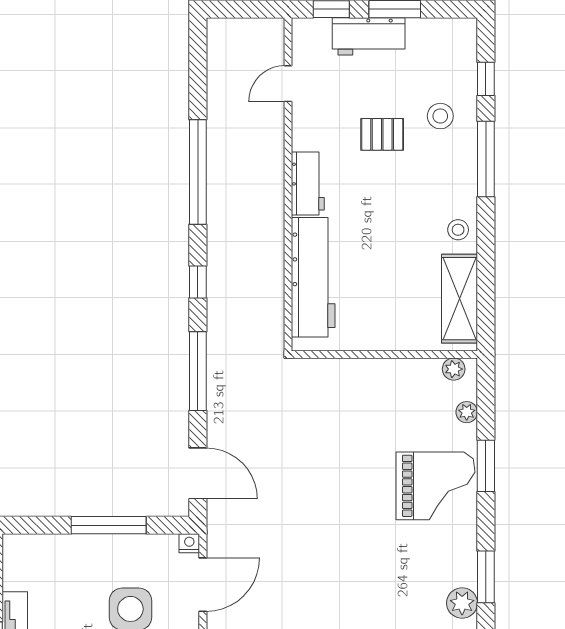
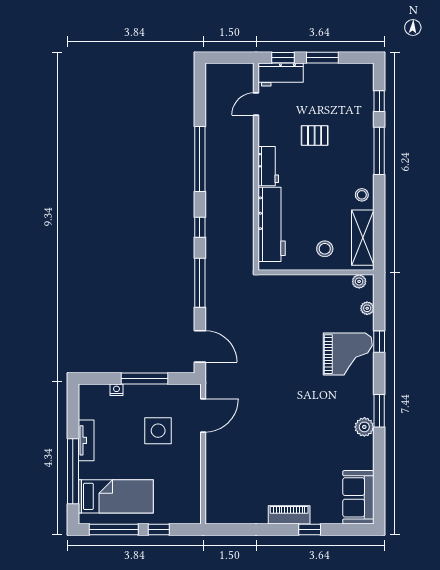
workbench: (369, 36) -> (281, 75), moved
stool: (440, 116) -> (325, 249), moved
window: (486, 466) -> (379, 342), width x0.67
nightstand: (189, 543) -> (117, 390), moved

